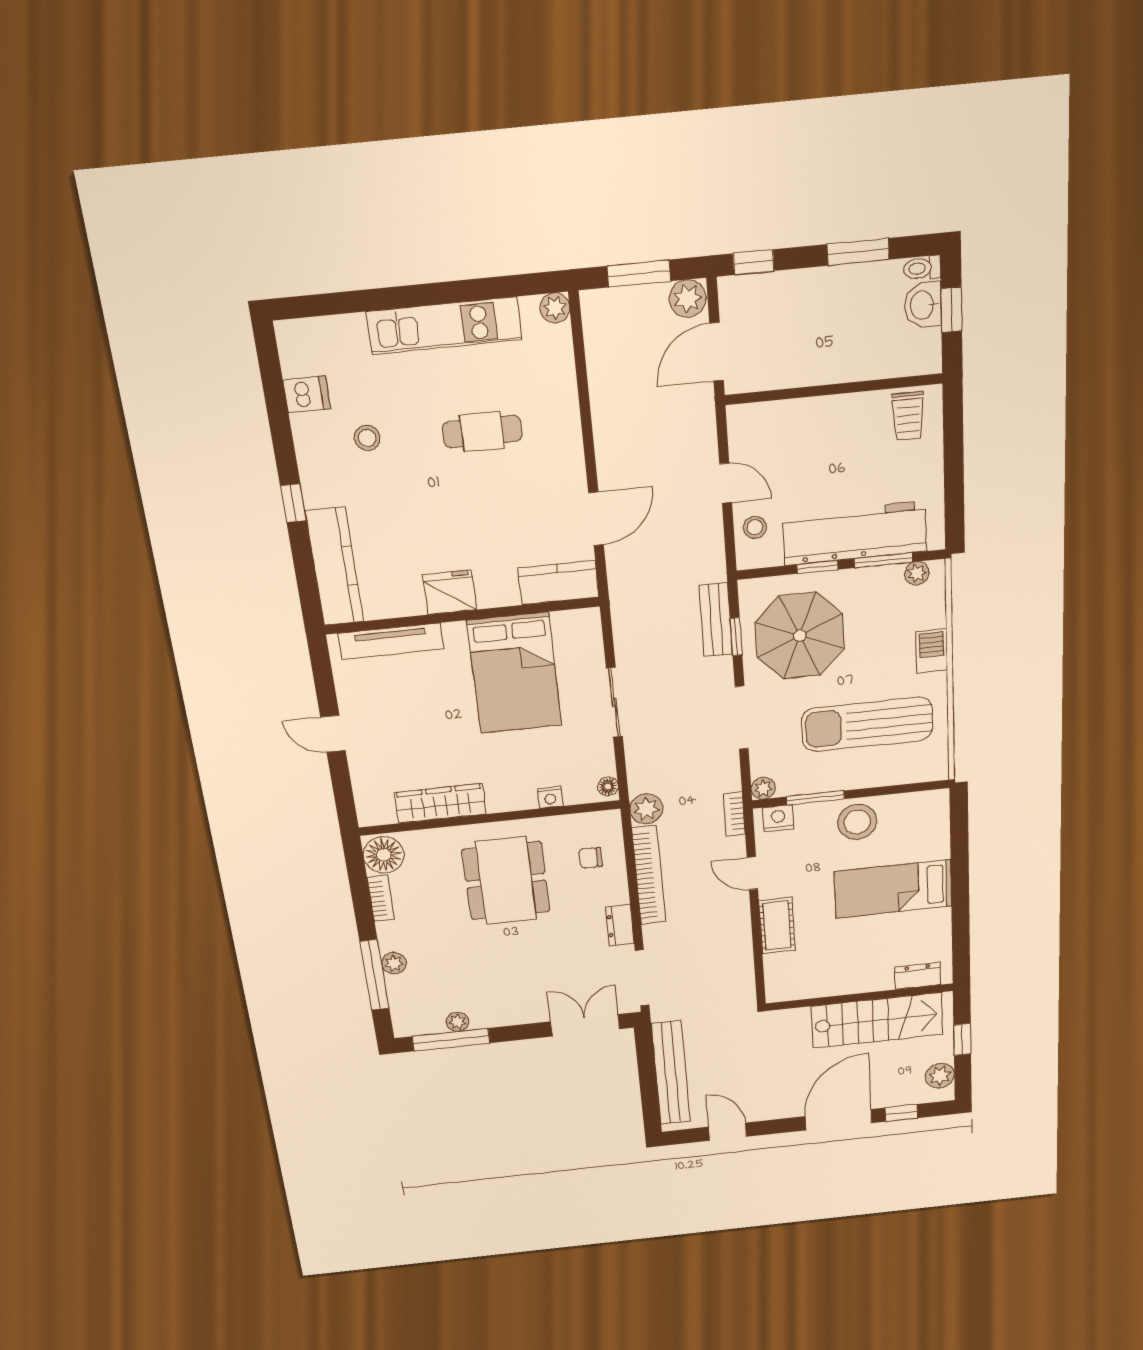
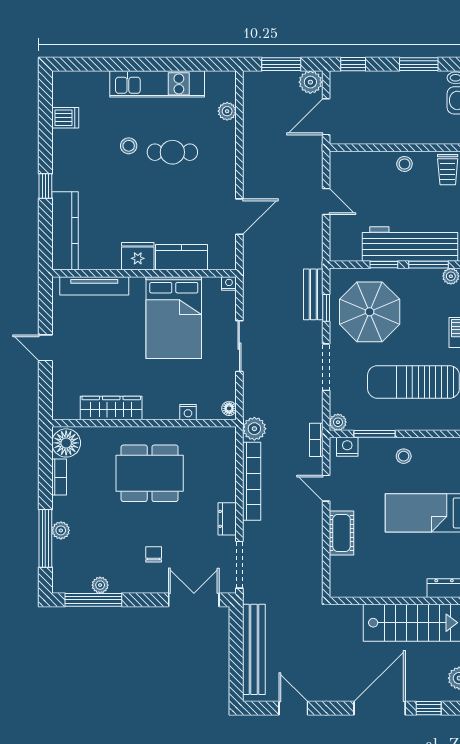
plant: (555, 308) -> (227, 111), moved
stool: (367, 438) -> (129, 146), moved
stool: (755, 527) -> (404, 164), moved
kitchen counter: (559, 583) -> (181, 257), moved
nightstand: (590, 617) -> (229, 284), added
stool: (857, 822) -> (404, 456), width x0.53, depth x0.53
chair: (591, 858) -> (154, 554), moved, turned 90
dining table: (506, 881) -> (150, 473), turned 90

